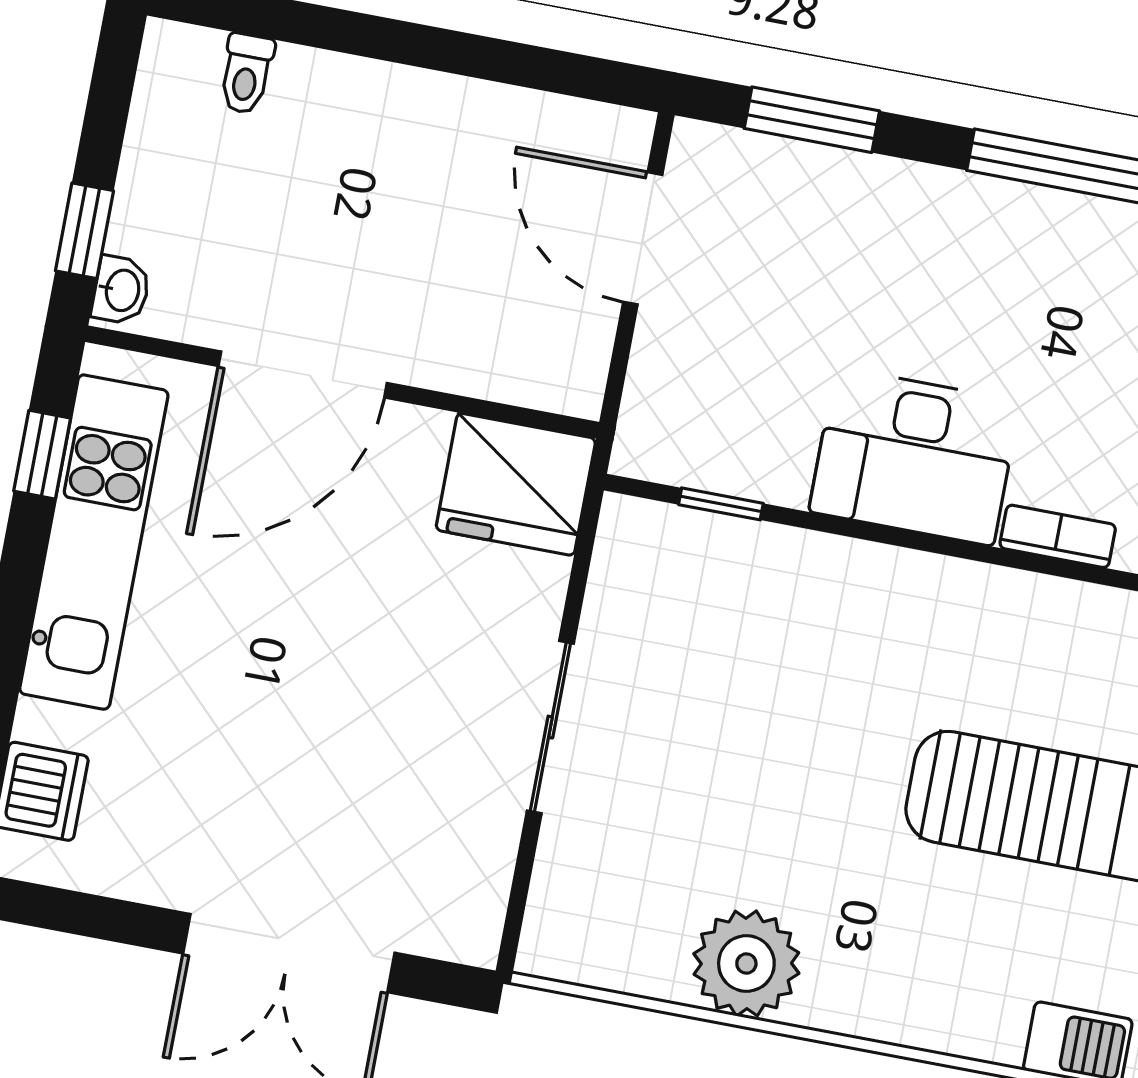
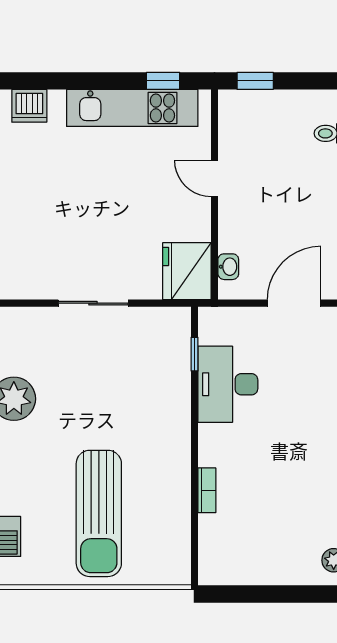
washbasin: (121, 290) -> (228, 267), moved, turned -90
door: (303, 375) -> (214, 178), width x0.53
desk: (915, 456) -> (228, 384), moved

